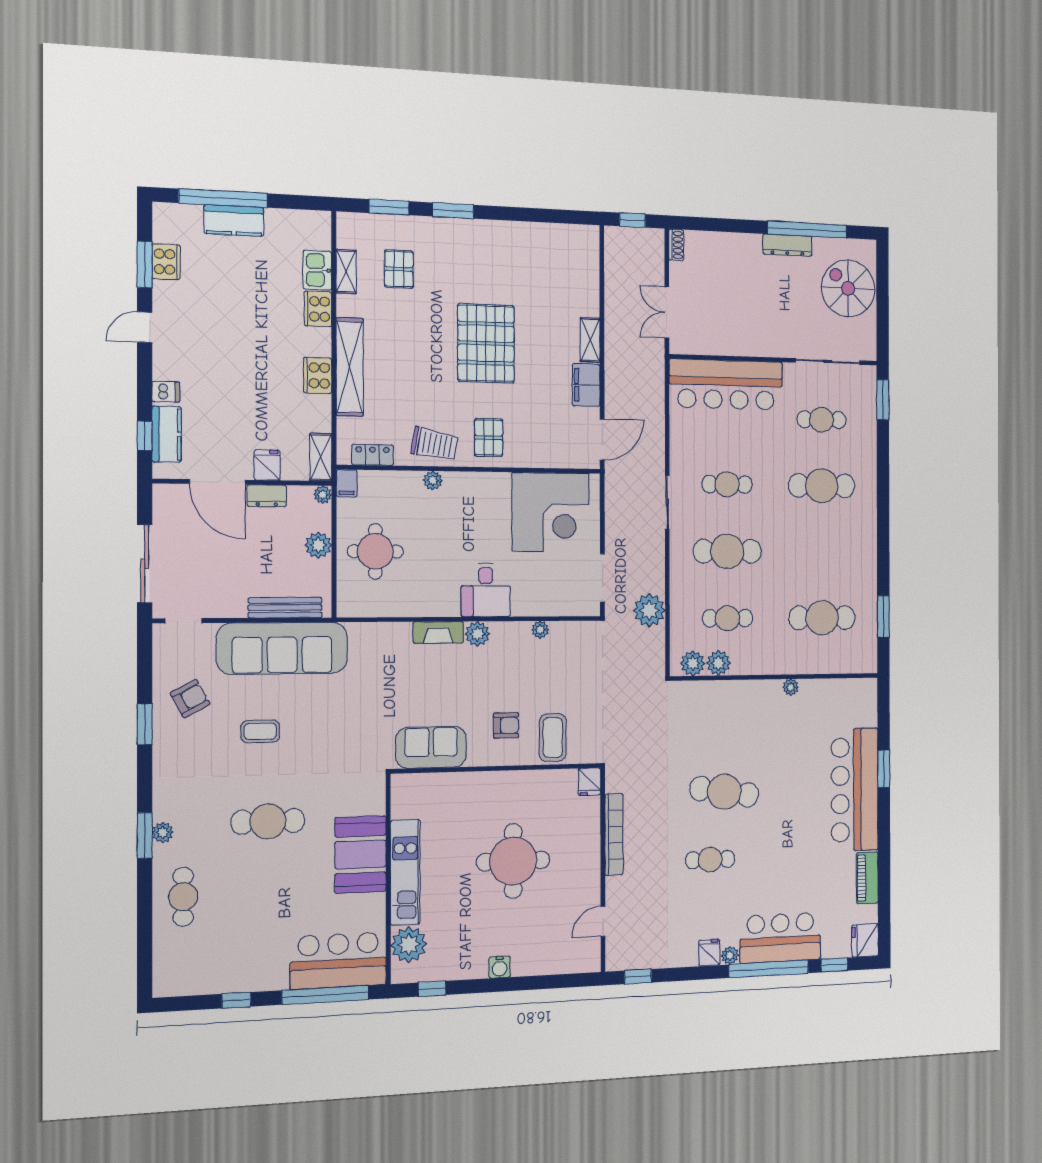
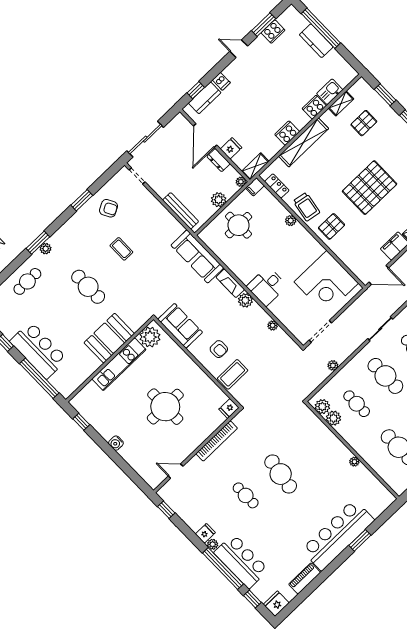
plant: (649, 610) -> (333, 365), width x0.53, depth x0.53
sofa: (282, 648) -> (197, 256), moved, width x0.74, depth x0.79
plant: (409, 945) -> (150, 337), moved
bar counter: (338, 961) -> (39, 350), moved

